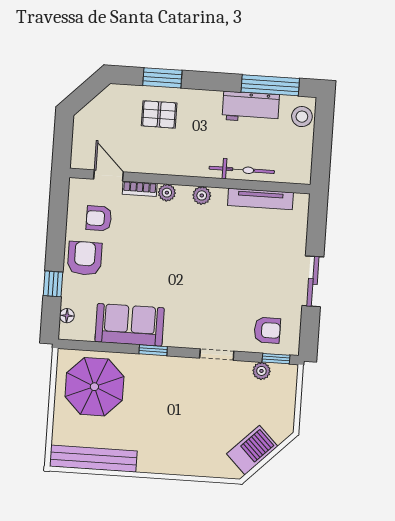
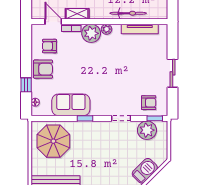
shelving: (151, 165) -> (77, 14), added
plant: (167, 193) -> (91, 33), width x1.87, depth x1.87
armchair: (85, 258) -> (43, 69), turned 90
plant: (261, 371) -> (147, 130), width x1.88, depth x1.88

